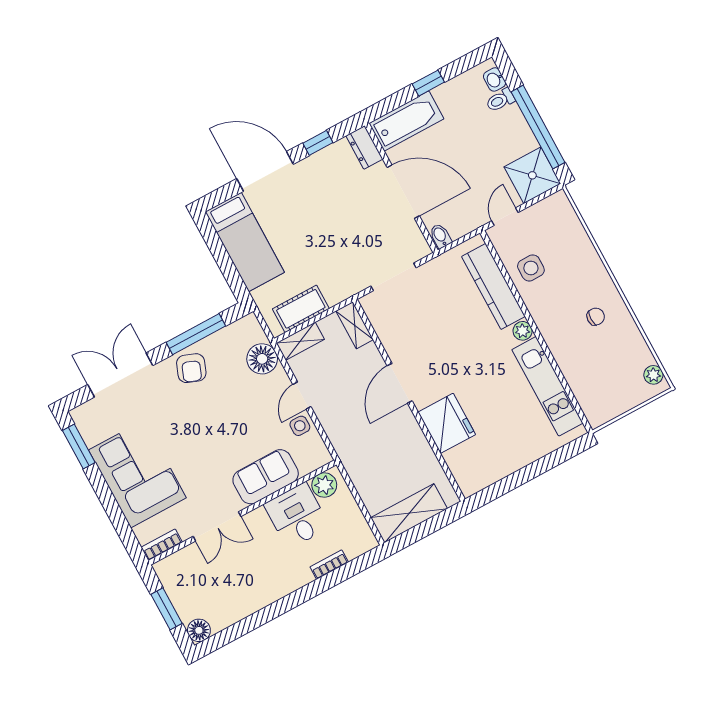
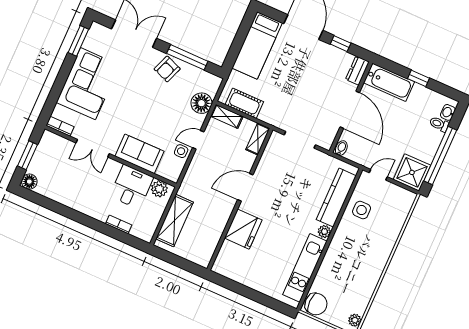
chair: (596, 317) -> (316, 304), moved, width x1.87, depth x1.87
shelving: (409, 513) -> (175, 221), moved, turned 90

